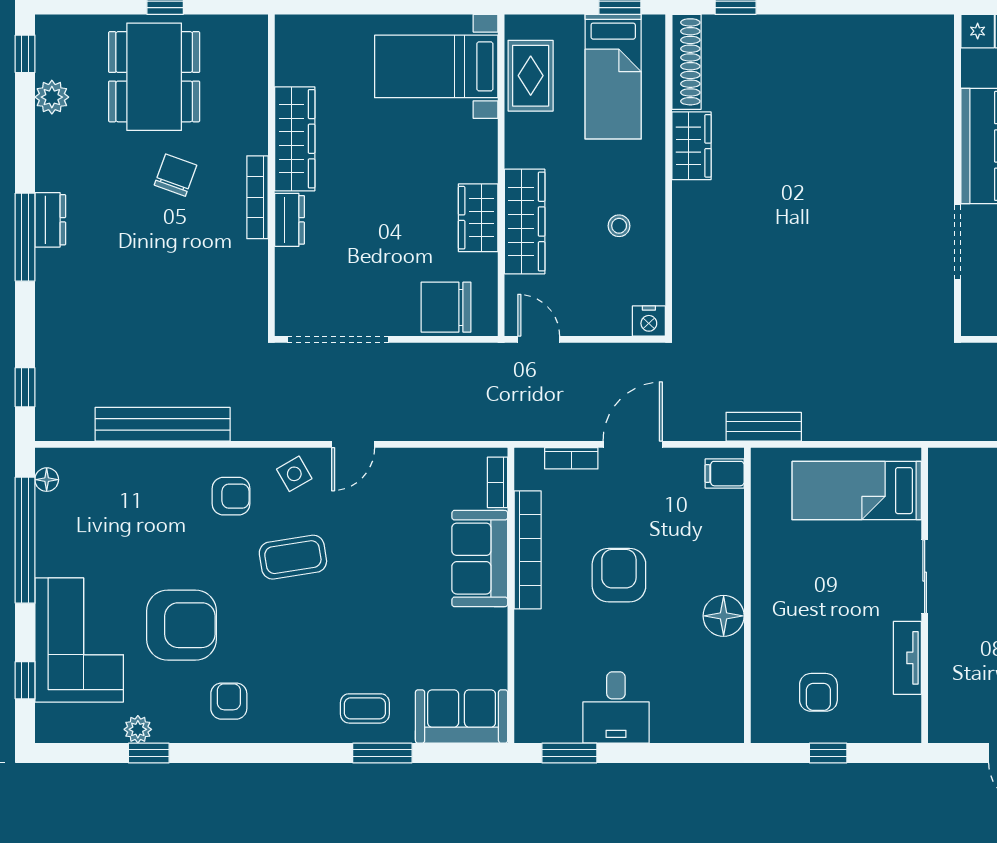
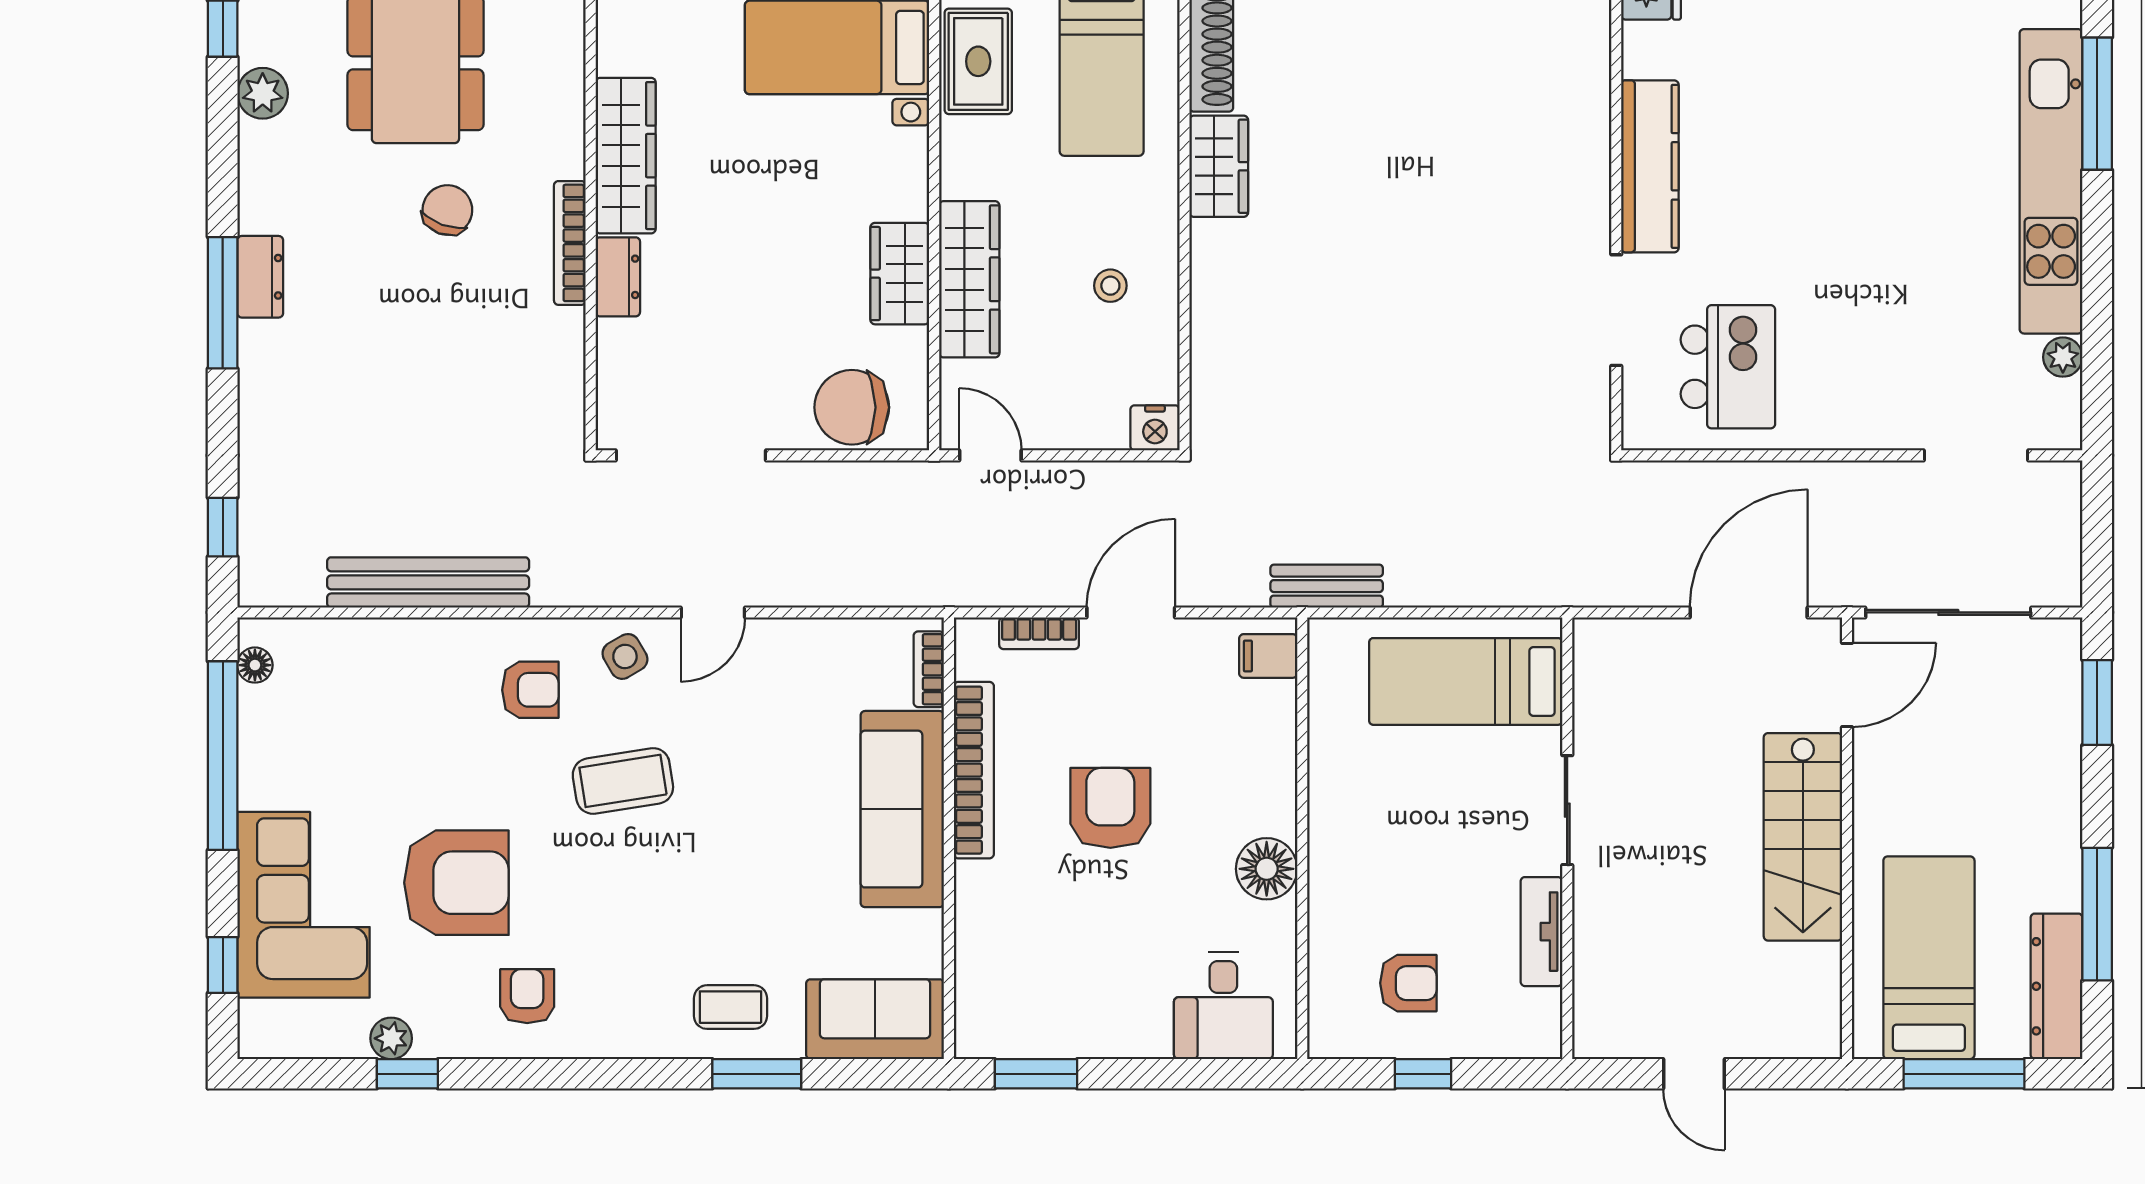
sofa: (480, 559) -> (902, 809), width x1.36
armchair: (818, 692) -> (1408, 983), turned -90
desk: (616, 708) -> (1223, 1006), moved

